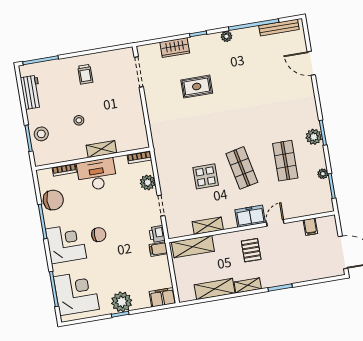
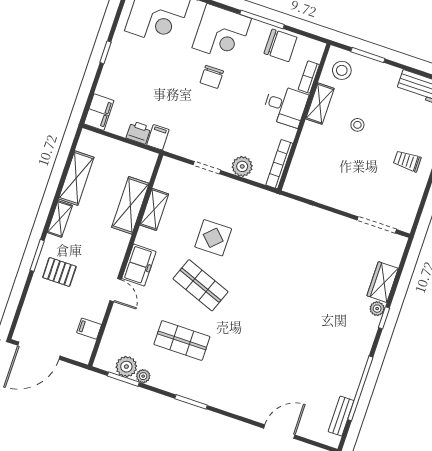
bench: (279, 28) -> (341, 416), width x0.73
plant: (226, 36) -> (377, 309), moved
rug: (197, 87) -> (324, 283), removed
stool: (41, 134) -> (342, 70), moved
plant: (314, 137) -> (126, 367), moved
shelving: (101, 149) -> (320, 104), moved
bookcase: (139, 157) -> (279, 164), width x1.56
shop shelf: (242, 168) -> (200, 285), turned 33
desk: (97, 175) -> (285, 106), width x0.73
chair: (53, 200) -> (280, 45), turned -90
printer: (157, 234) -> (138, 133), moved
shelving: (193, 247) -> (130, 205), moved
pallet: (251, 250) -> (59, 272), moved
plant: (122, 302) -> (119, 62), removed

